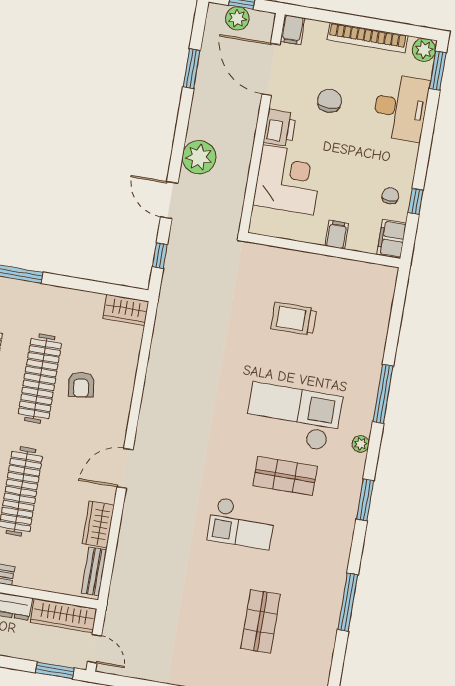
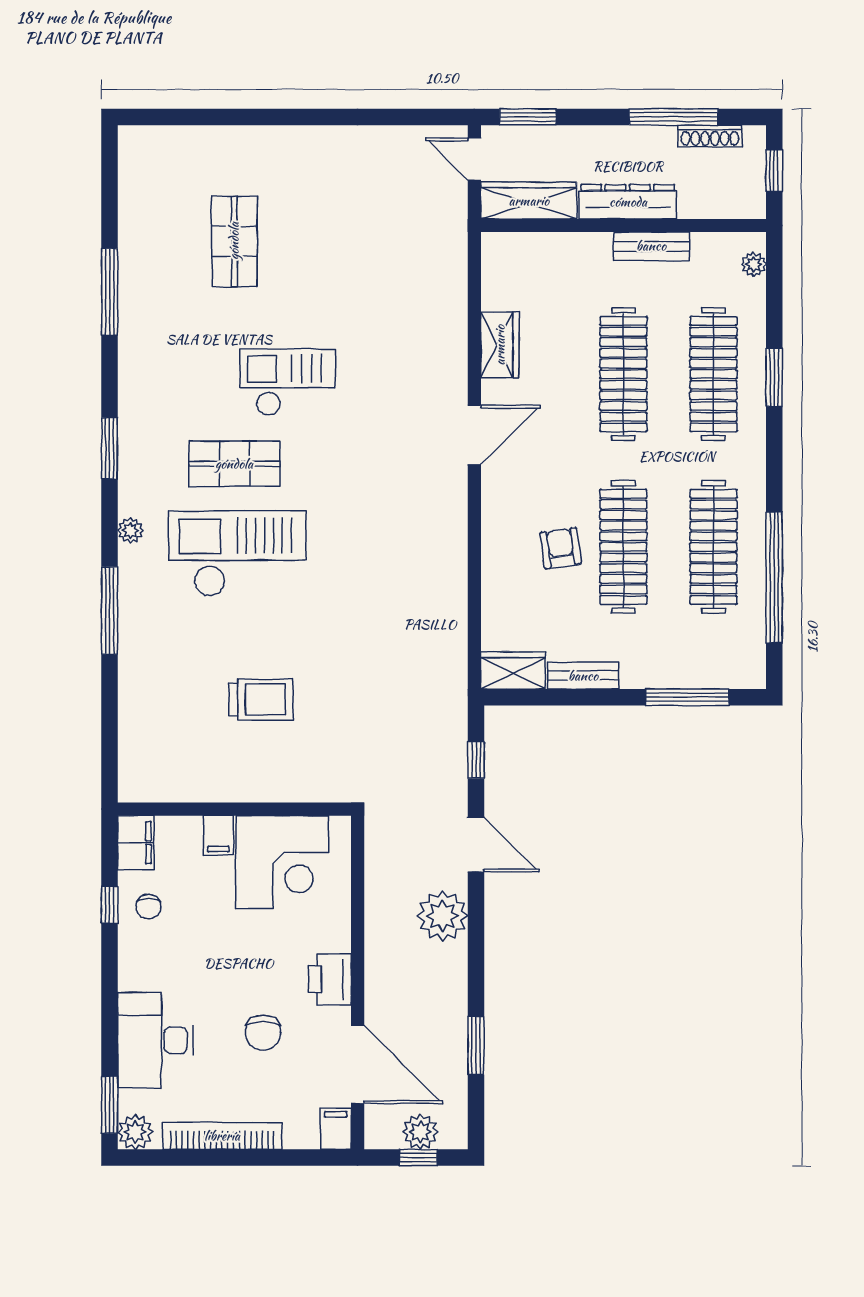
corner desk: (288, 180) -> (282, 862), moved, turned -90
checkout: (293, 417) -> (237, 554), turned 180
bench: (94, 571) -> (583, 676), moved, turned 90

